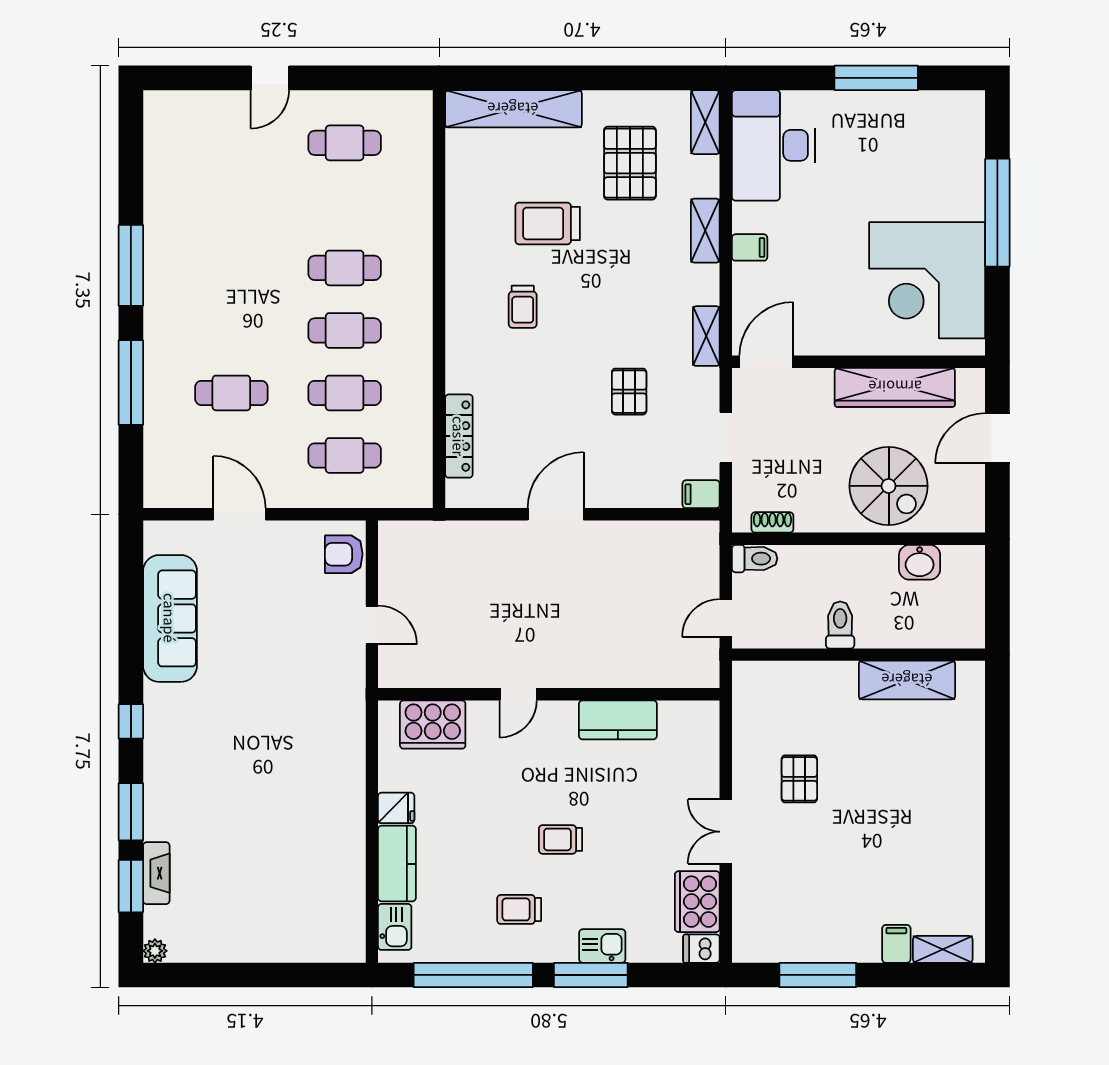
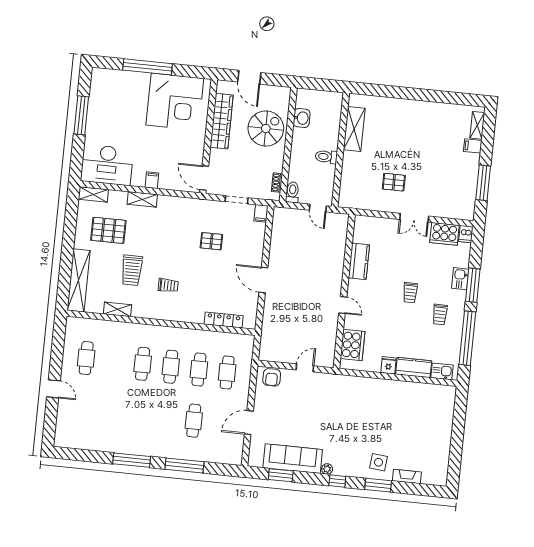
shelving: (706, 336) -> (117, 309), moved
side table: (181, 808) -> (379, 462), added
window: (131, 886) -> (281, 475), moved
plant: (155, 951) -> (327, 469), moved

